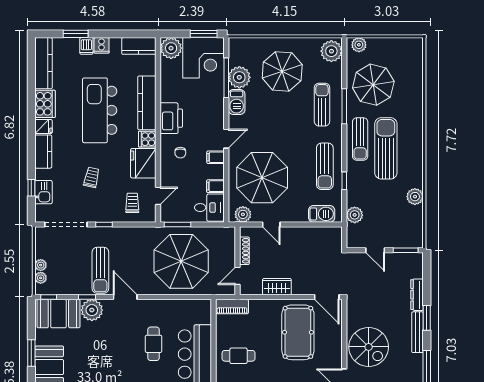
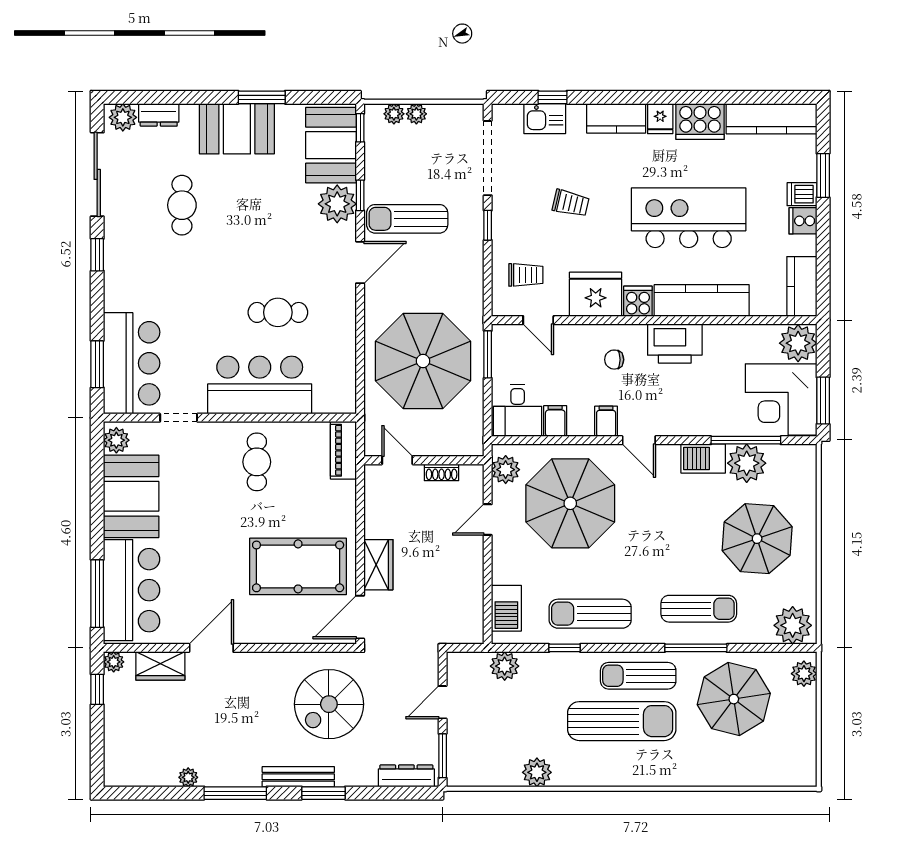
shoe rack: (244, 251) -> (442, 472), width x0.70
wardrobe: (277, 287) -> (378, 565), moved
dresser: (417, 295) -> (406, 776), moved
spiral stairs: (369, 347) -> (329, 704), moved

